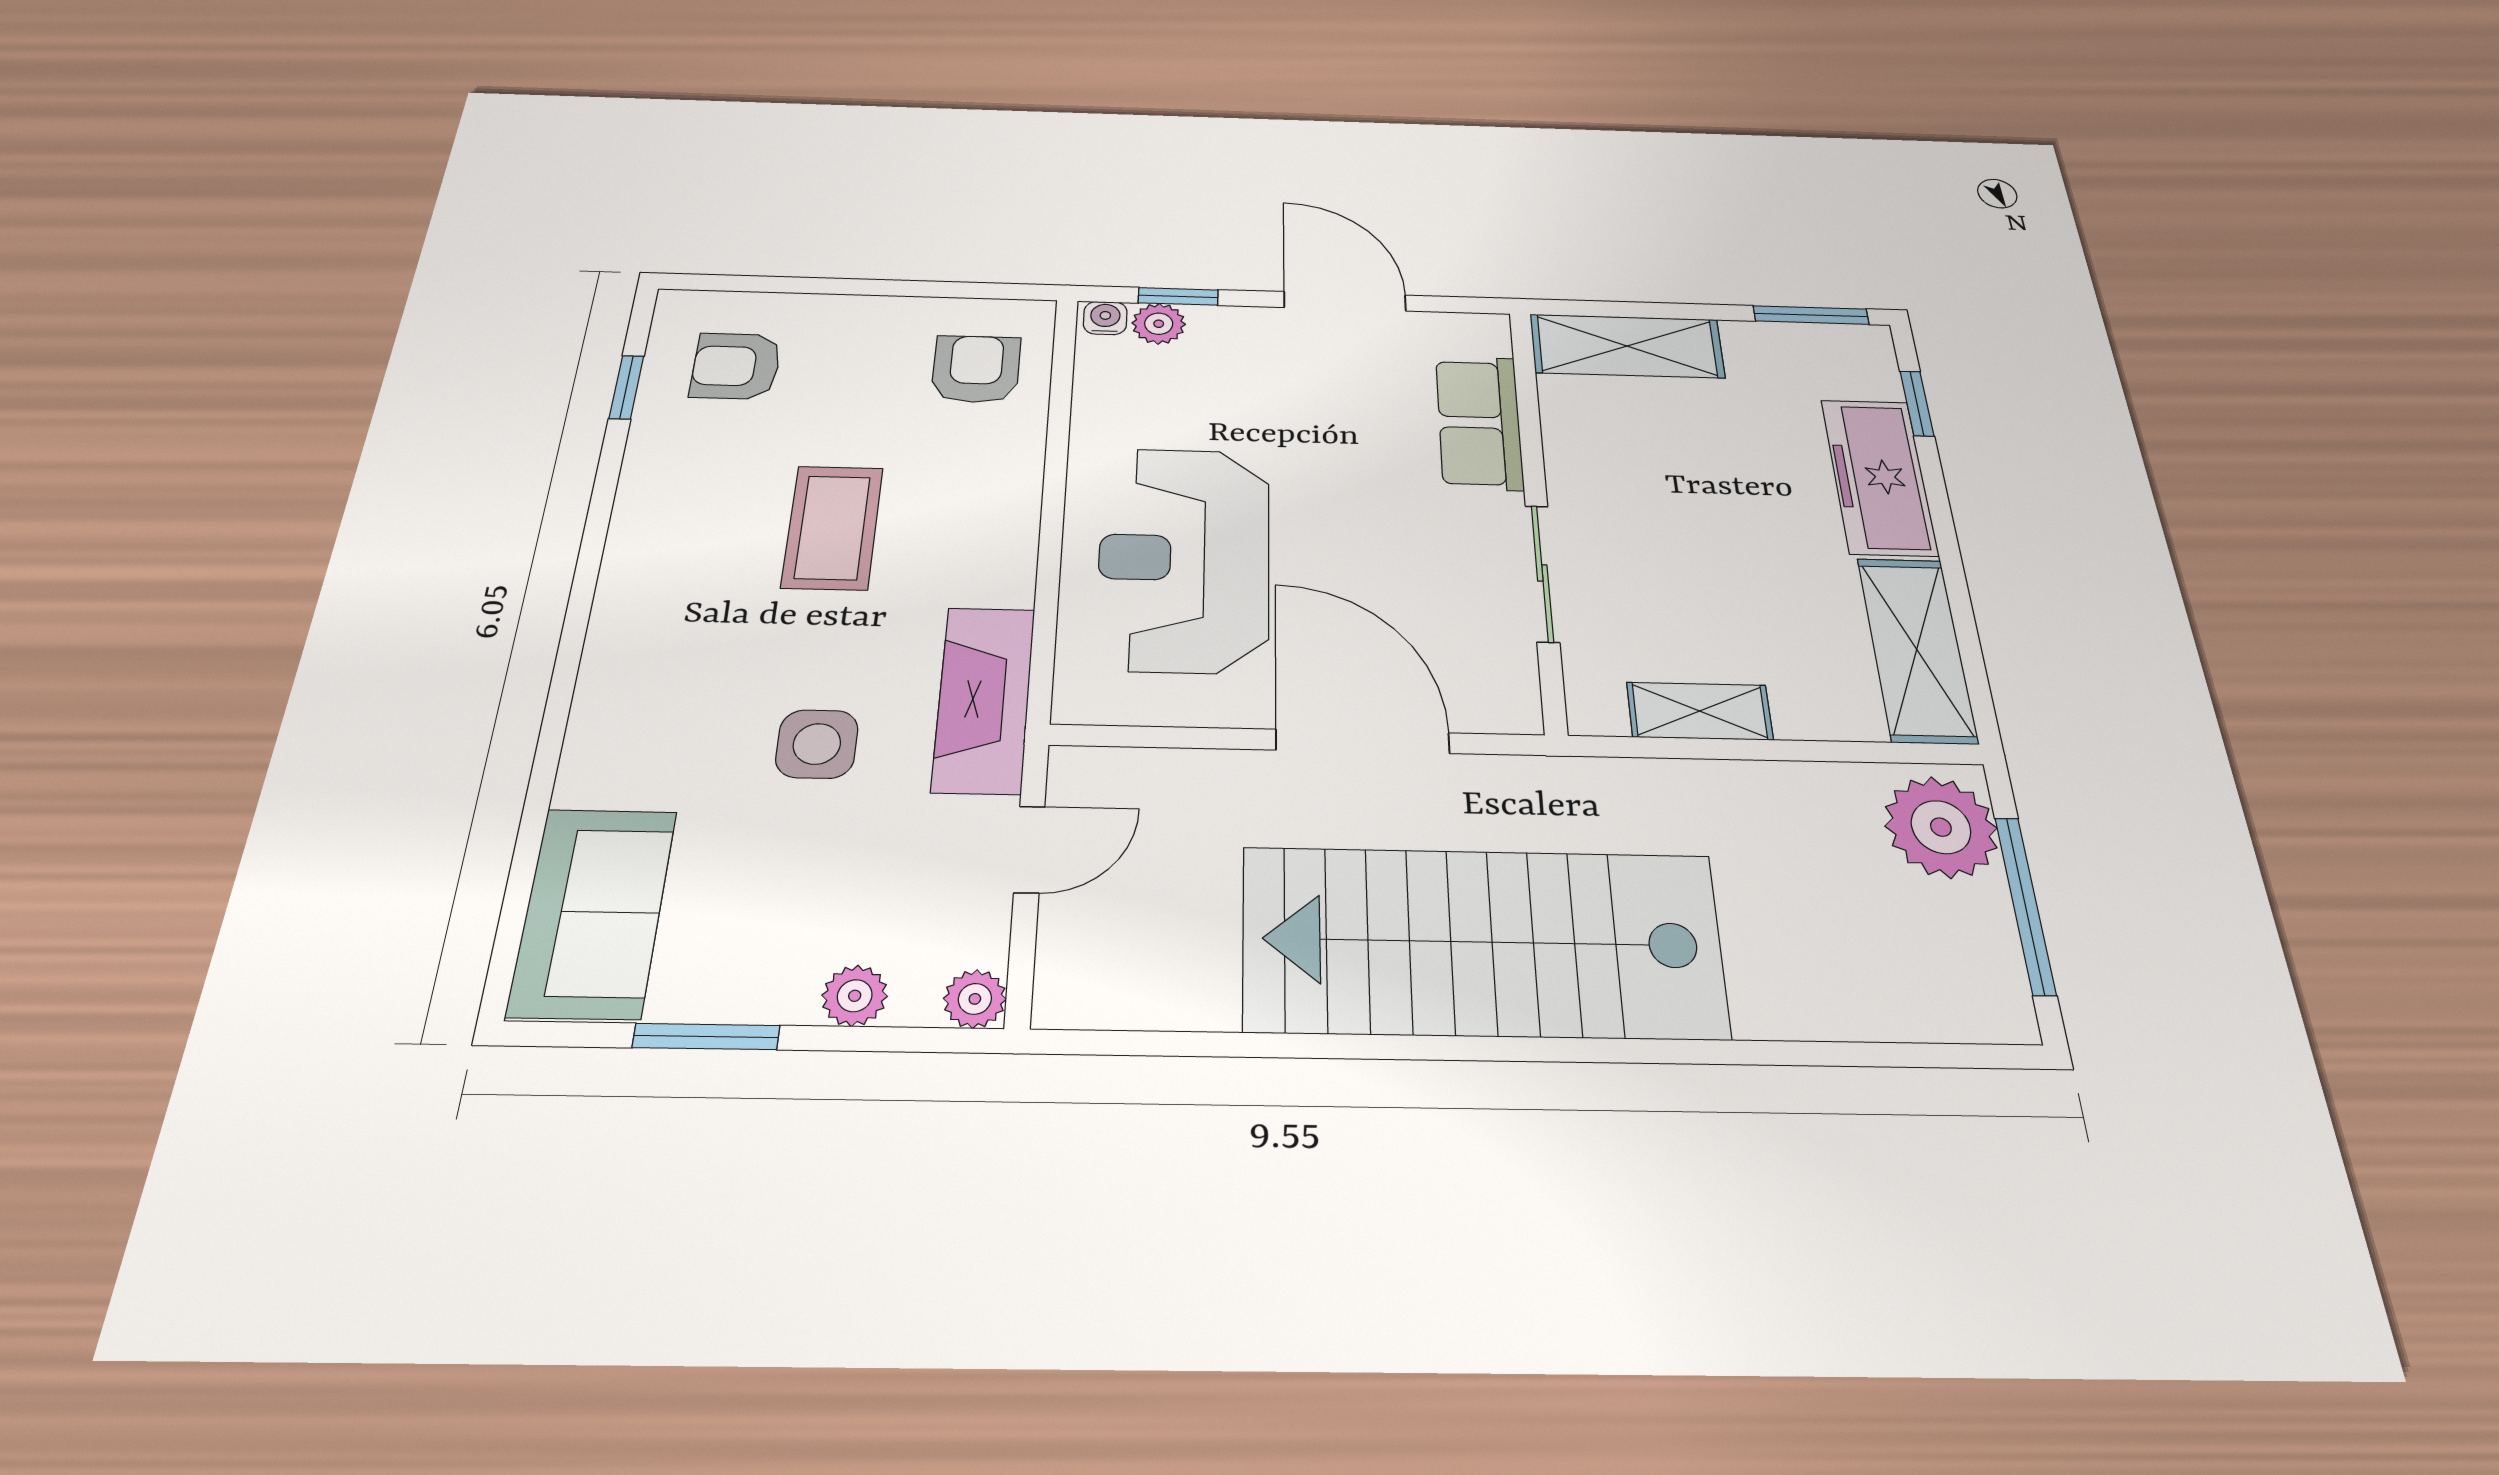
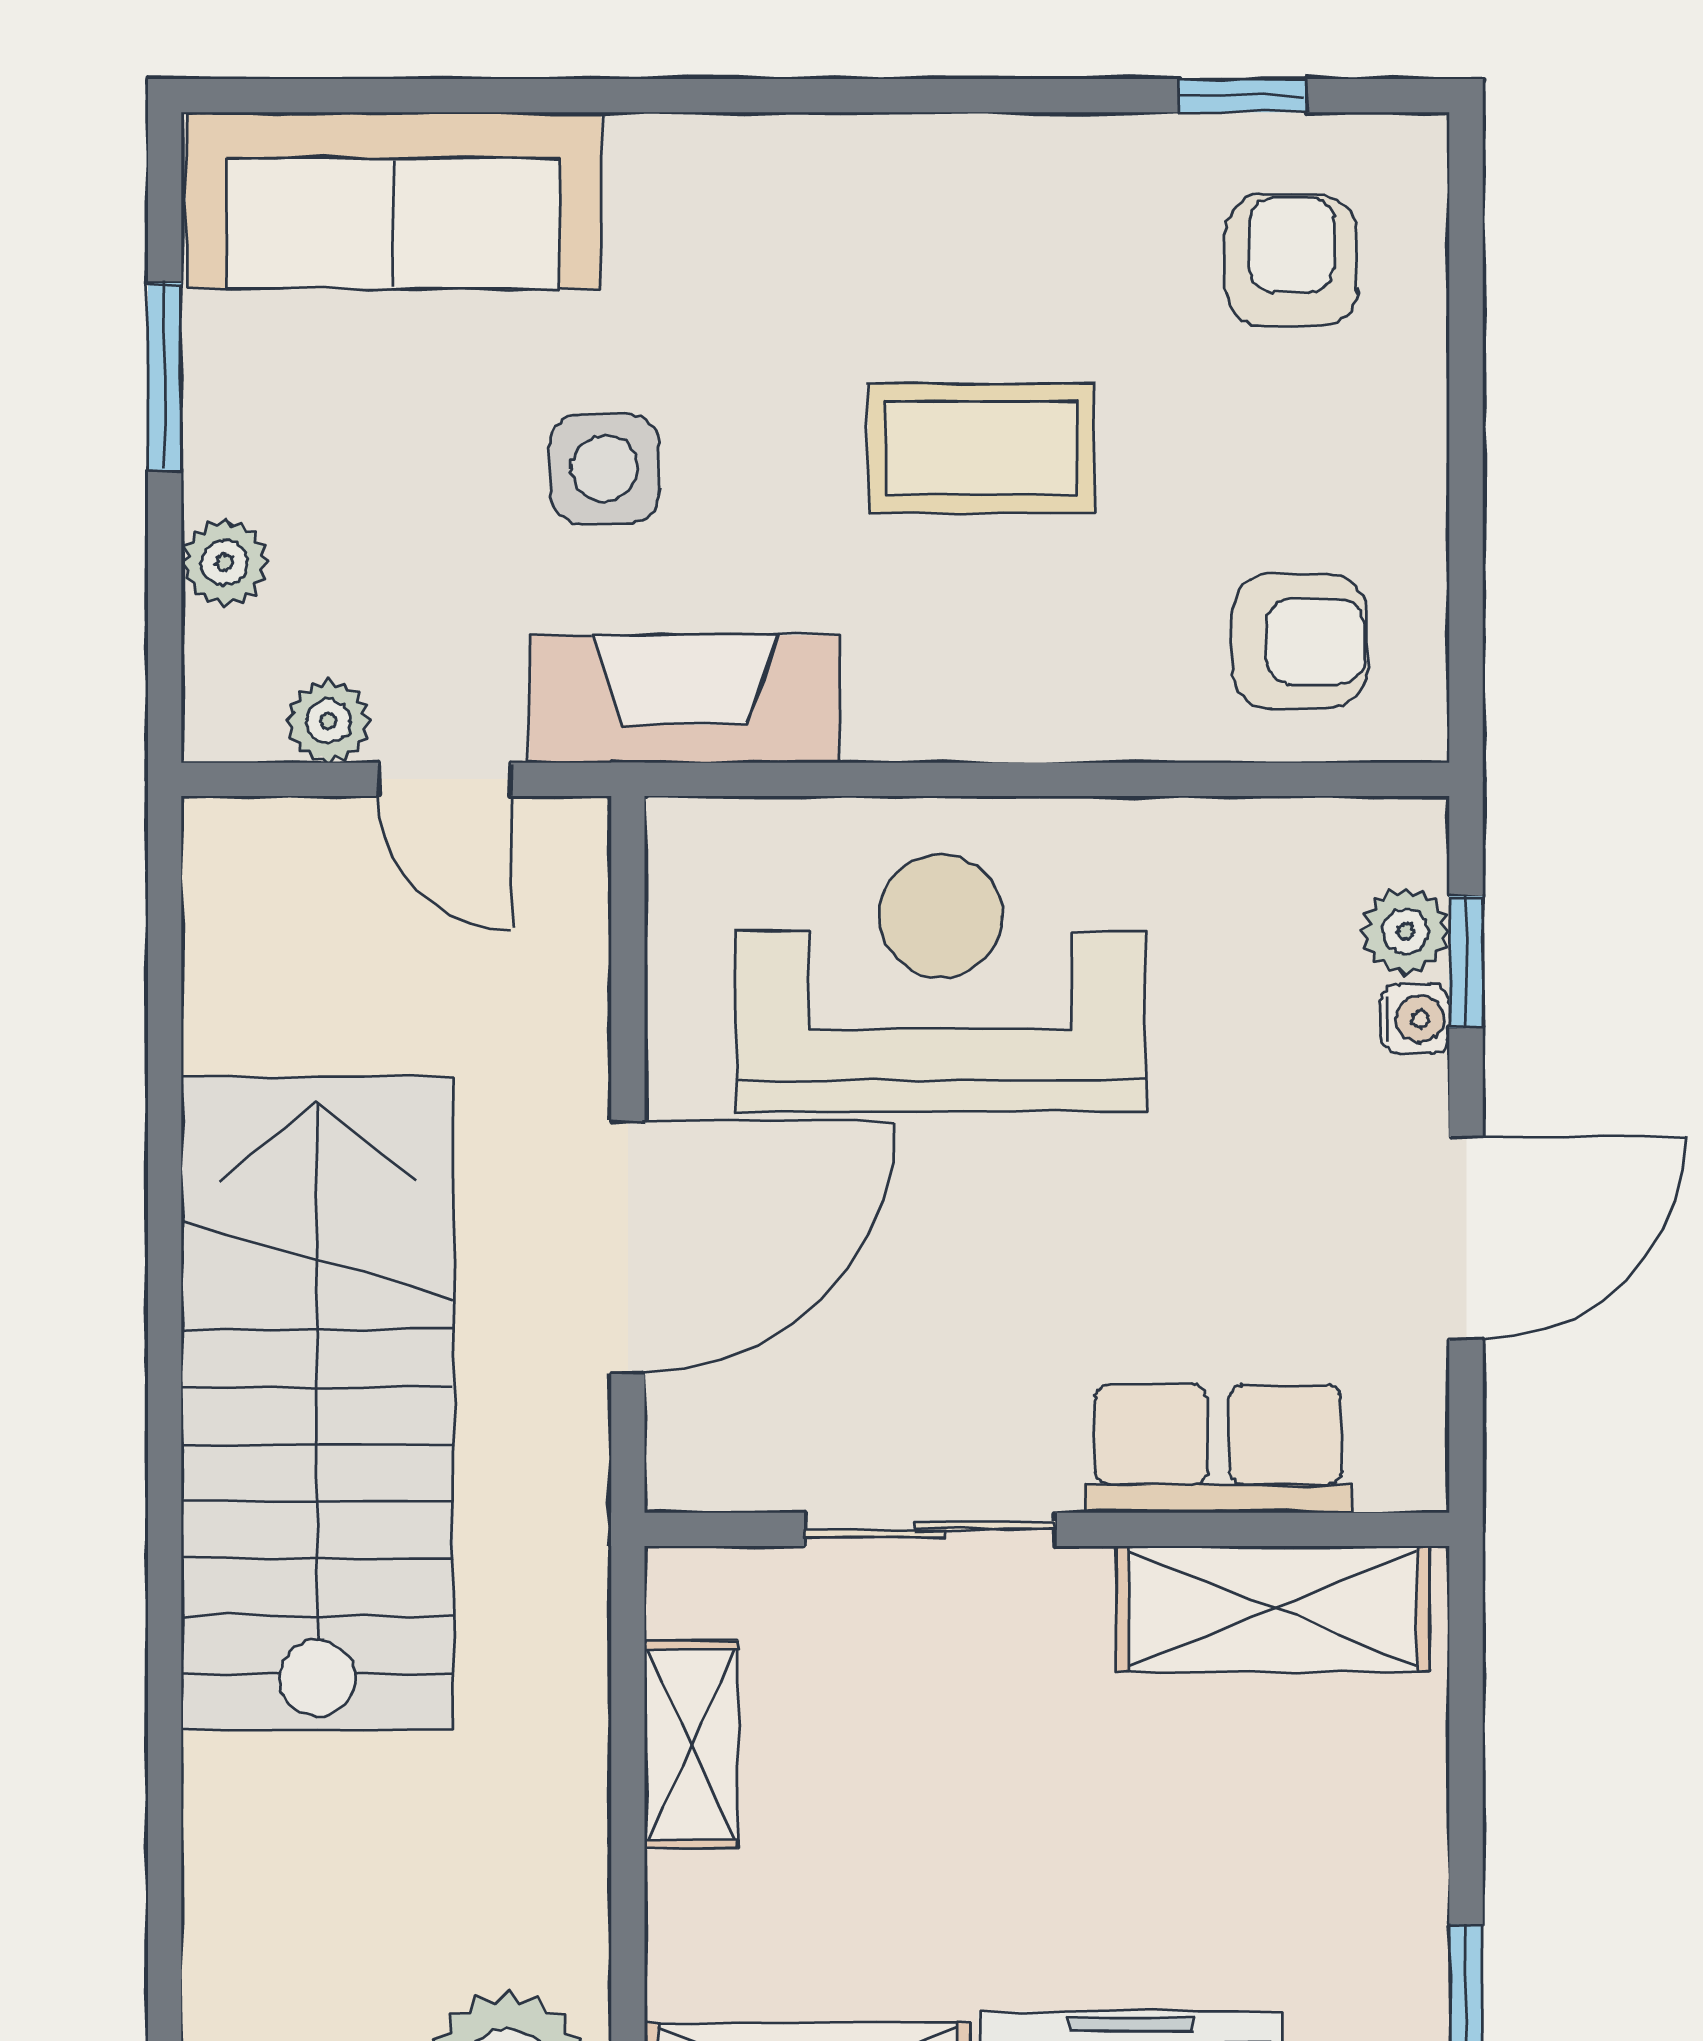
water cooler: (1105, 318) -> (1414, 1019), moved
shelving: (1627, 346) -> (1273, 1609), moved, turned 90
sofa: (593, 912) -> (394, 200), width x1.36
plant: (975, 999) -> (329, 721), moved

